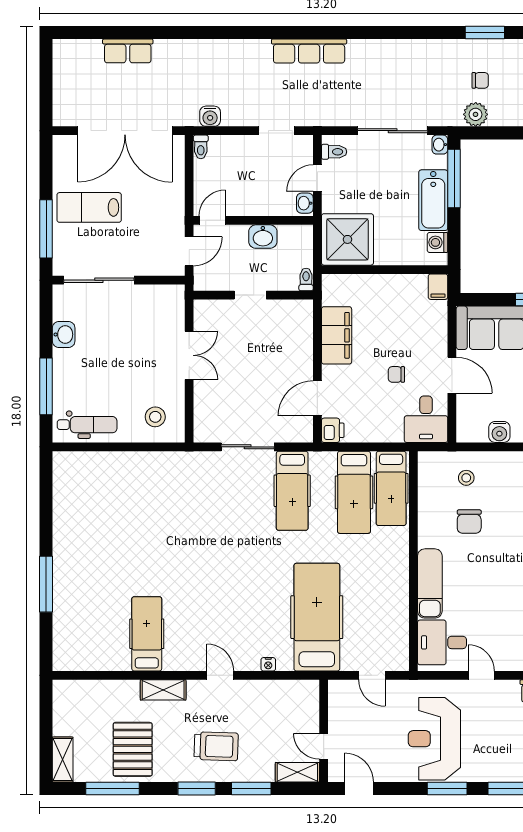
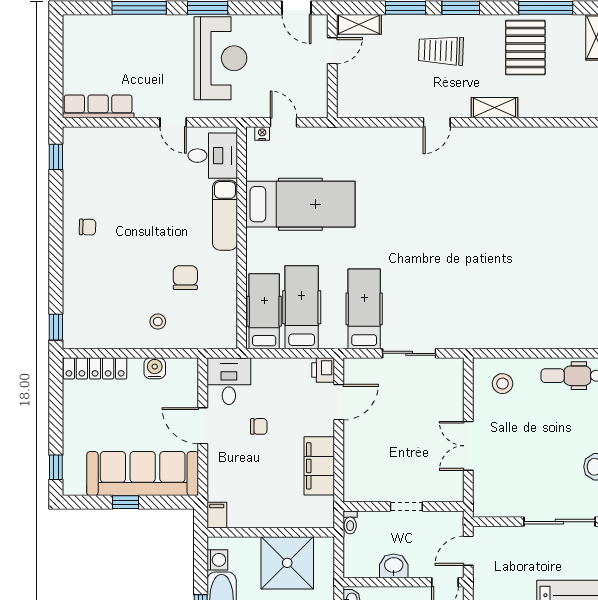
shower: (347, 239) -> (287, 563), moved
stool: (466, 478) -> (158, 322), moved
hospital bed: (317, 617) -> (300, 204), moved, turned -90
hospital bed: (147, 634) -> (511, 164), removed
nightstand: (268, 664) -> (262, 133), moved
door: (220, 675) -> (437, 122), hinge flipped
door: (324, 746) -> (332, 51), hinge flipped

